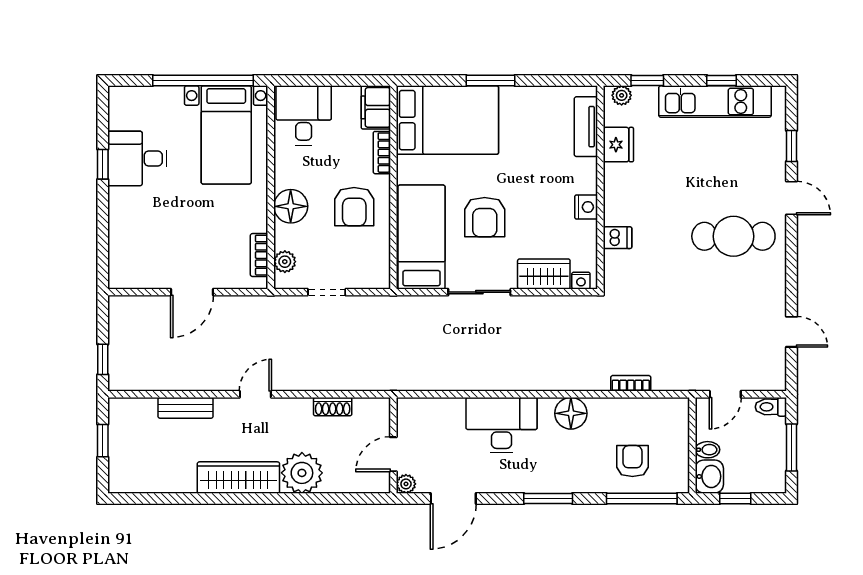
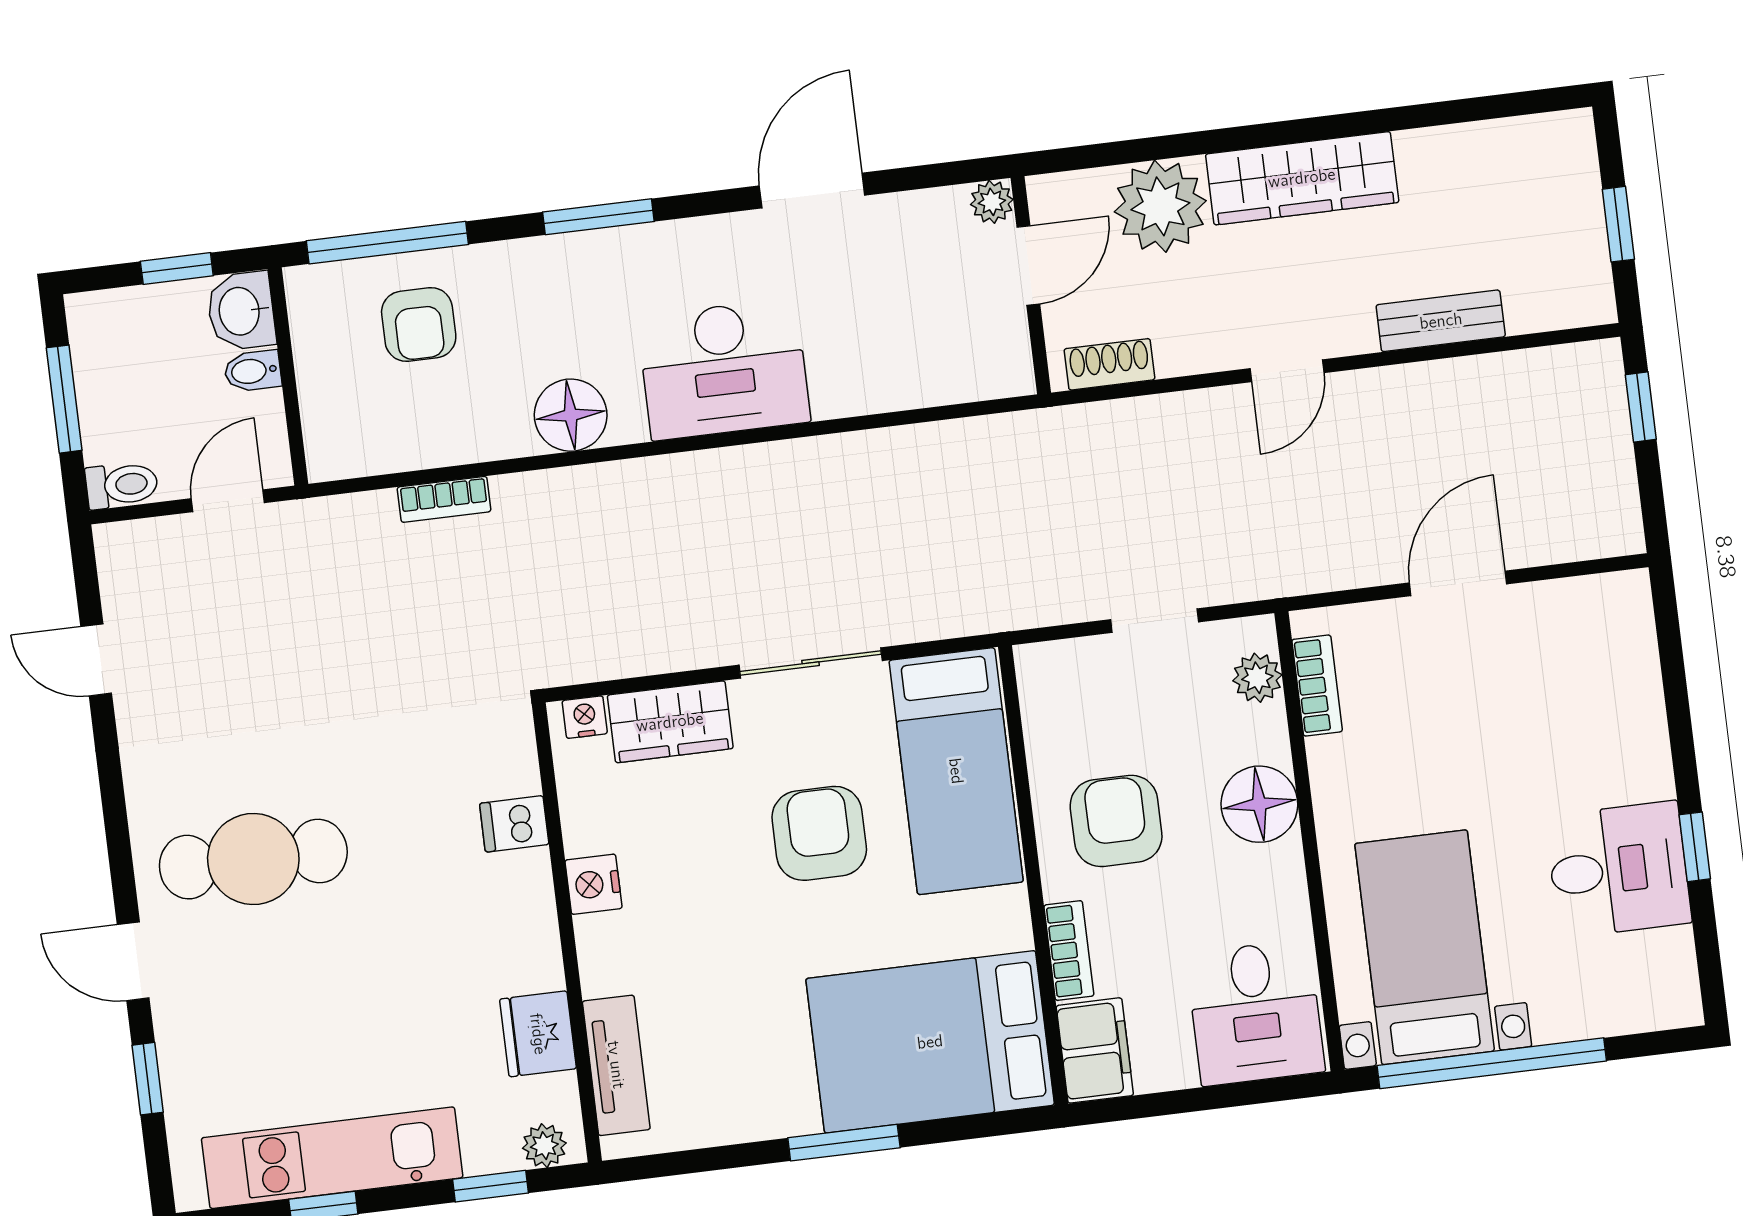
wall: (393, 445) -> (1031, 285), moved
door: (393, 454) -> (1028, 265), moved
plant: (406, 484) -> (992, 202), moved

